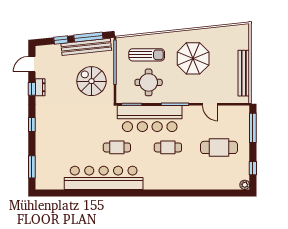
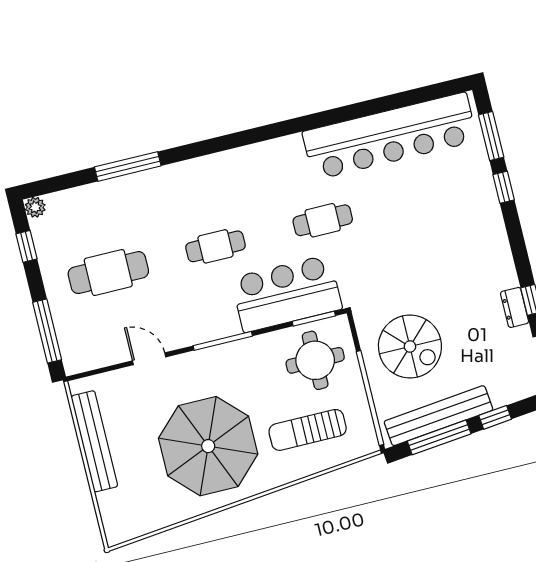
parasol: (193, 58) -> (208, 446), width x1.36, depth x1.36
round table: (149, 82) -> (315, 360), moved
bar counter: (150, 118) -> (287, 294), width x0.73
window: (32, 124) -> (504, 187), moved
bar counter: (104, 178) -> (390, 136), moved
window: (199, 193) -> (128, 166), added

